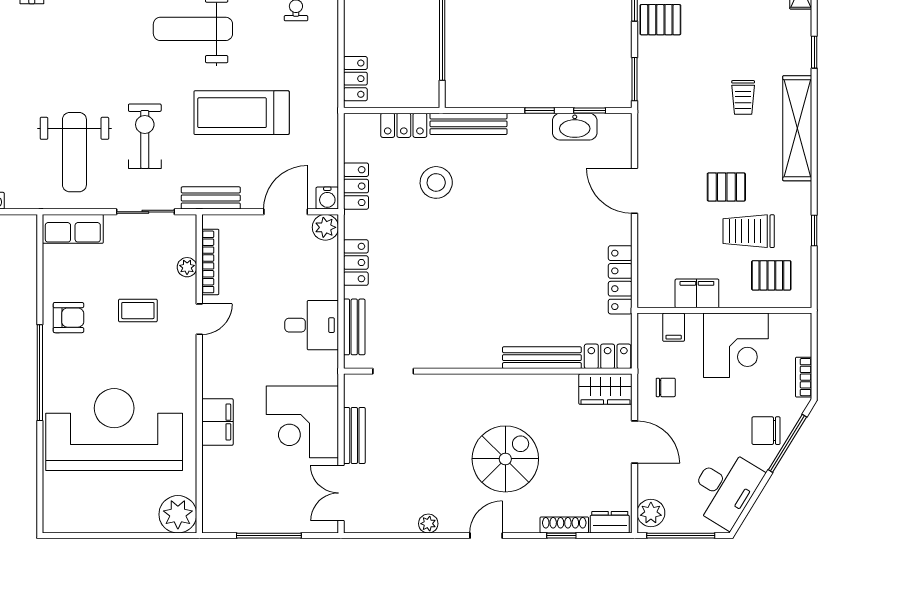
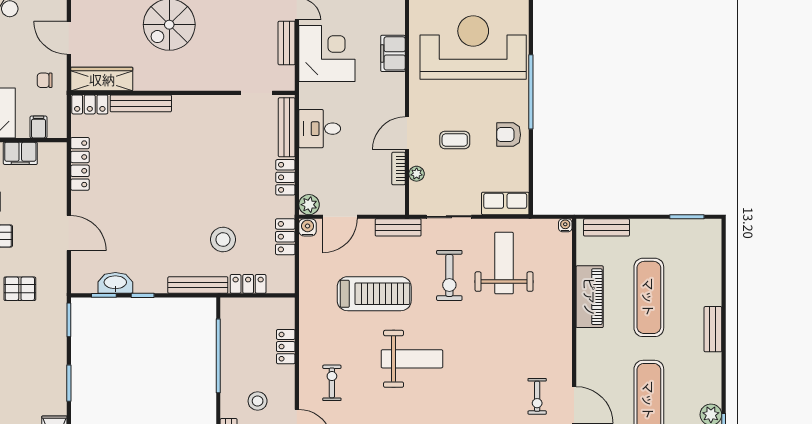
pallet: (660, 20) -> (20, 289), moved
locker: (355, 79) -> (286, 347), moved
bookcase: (210, 262) -> (399, 169), width x0.64
door: (199, 319) -> (407, 133), width x1.38
bench: (354, 327) -> (287, 127), width x1.36
wardrobe: (605, 389) -> (102, 79), width x1.50
reception desk: (114, 429) -> (473, 48), turned 180

